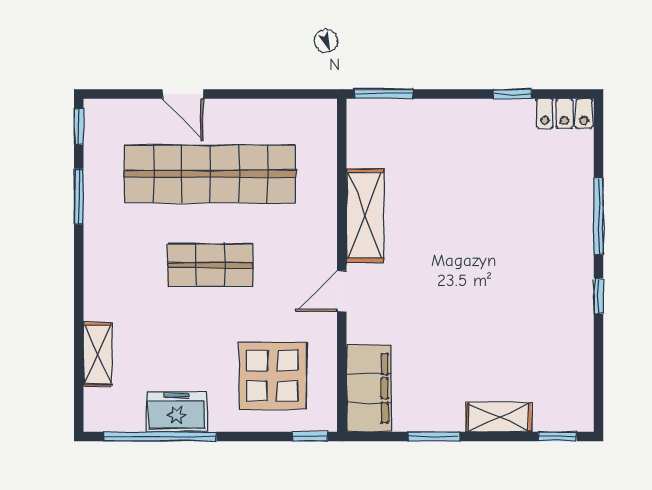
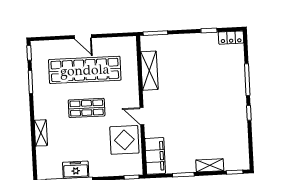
door: (183, 94) -> (83, 37), moved
shelving: (365, 216) -> (149, 71), moved
door: (342, 291) -> (142, 116), hinge flipped
shelving: (97, 354) -> (41, 133), moved
display table: (272, 376) -> (124, 140), moved

